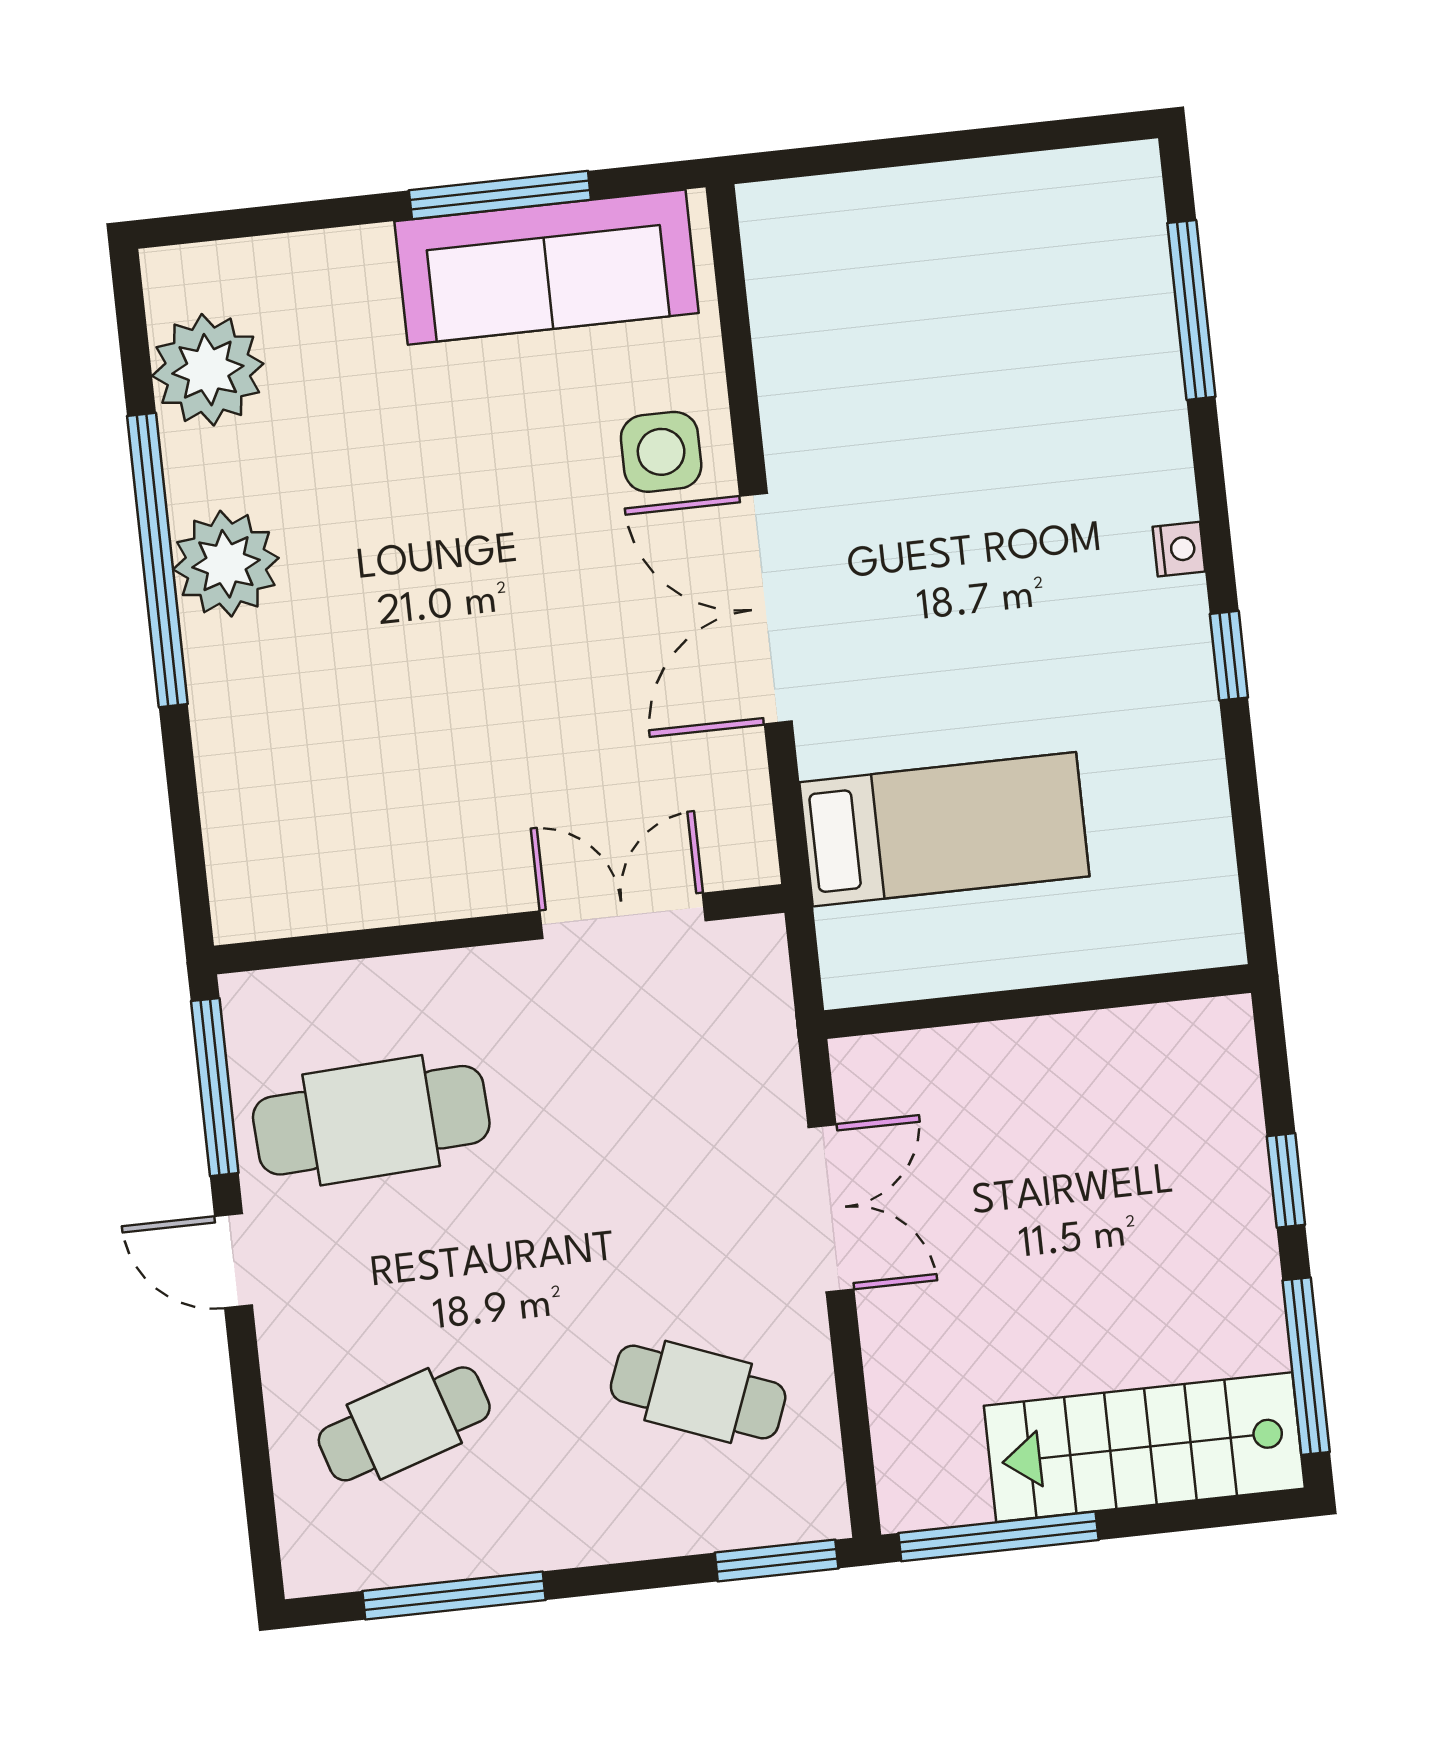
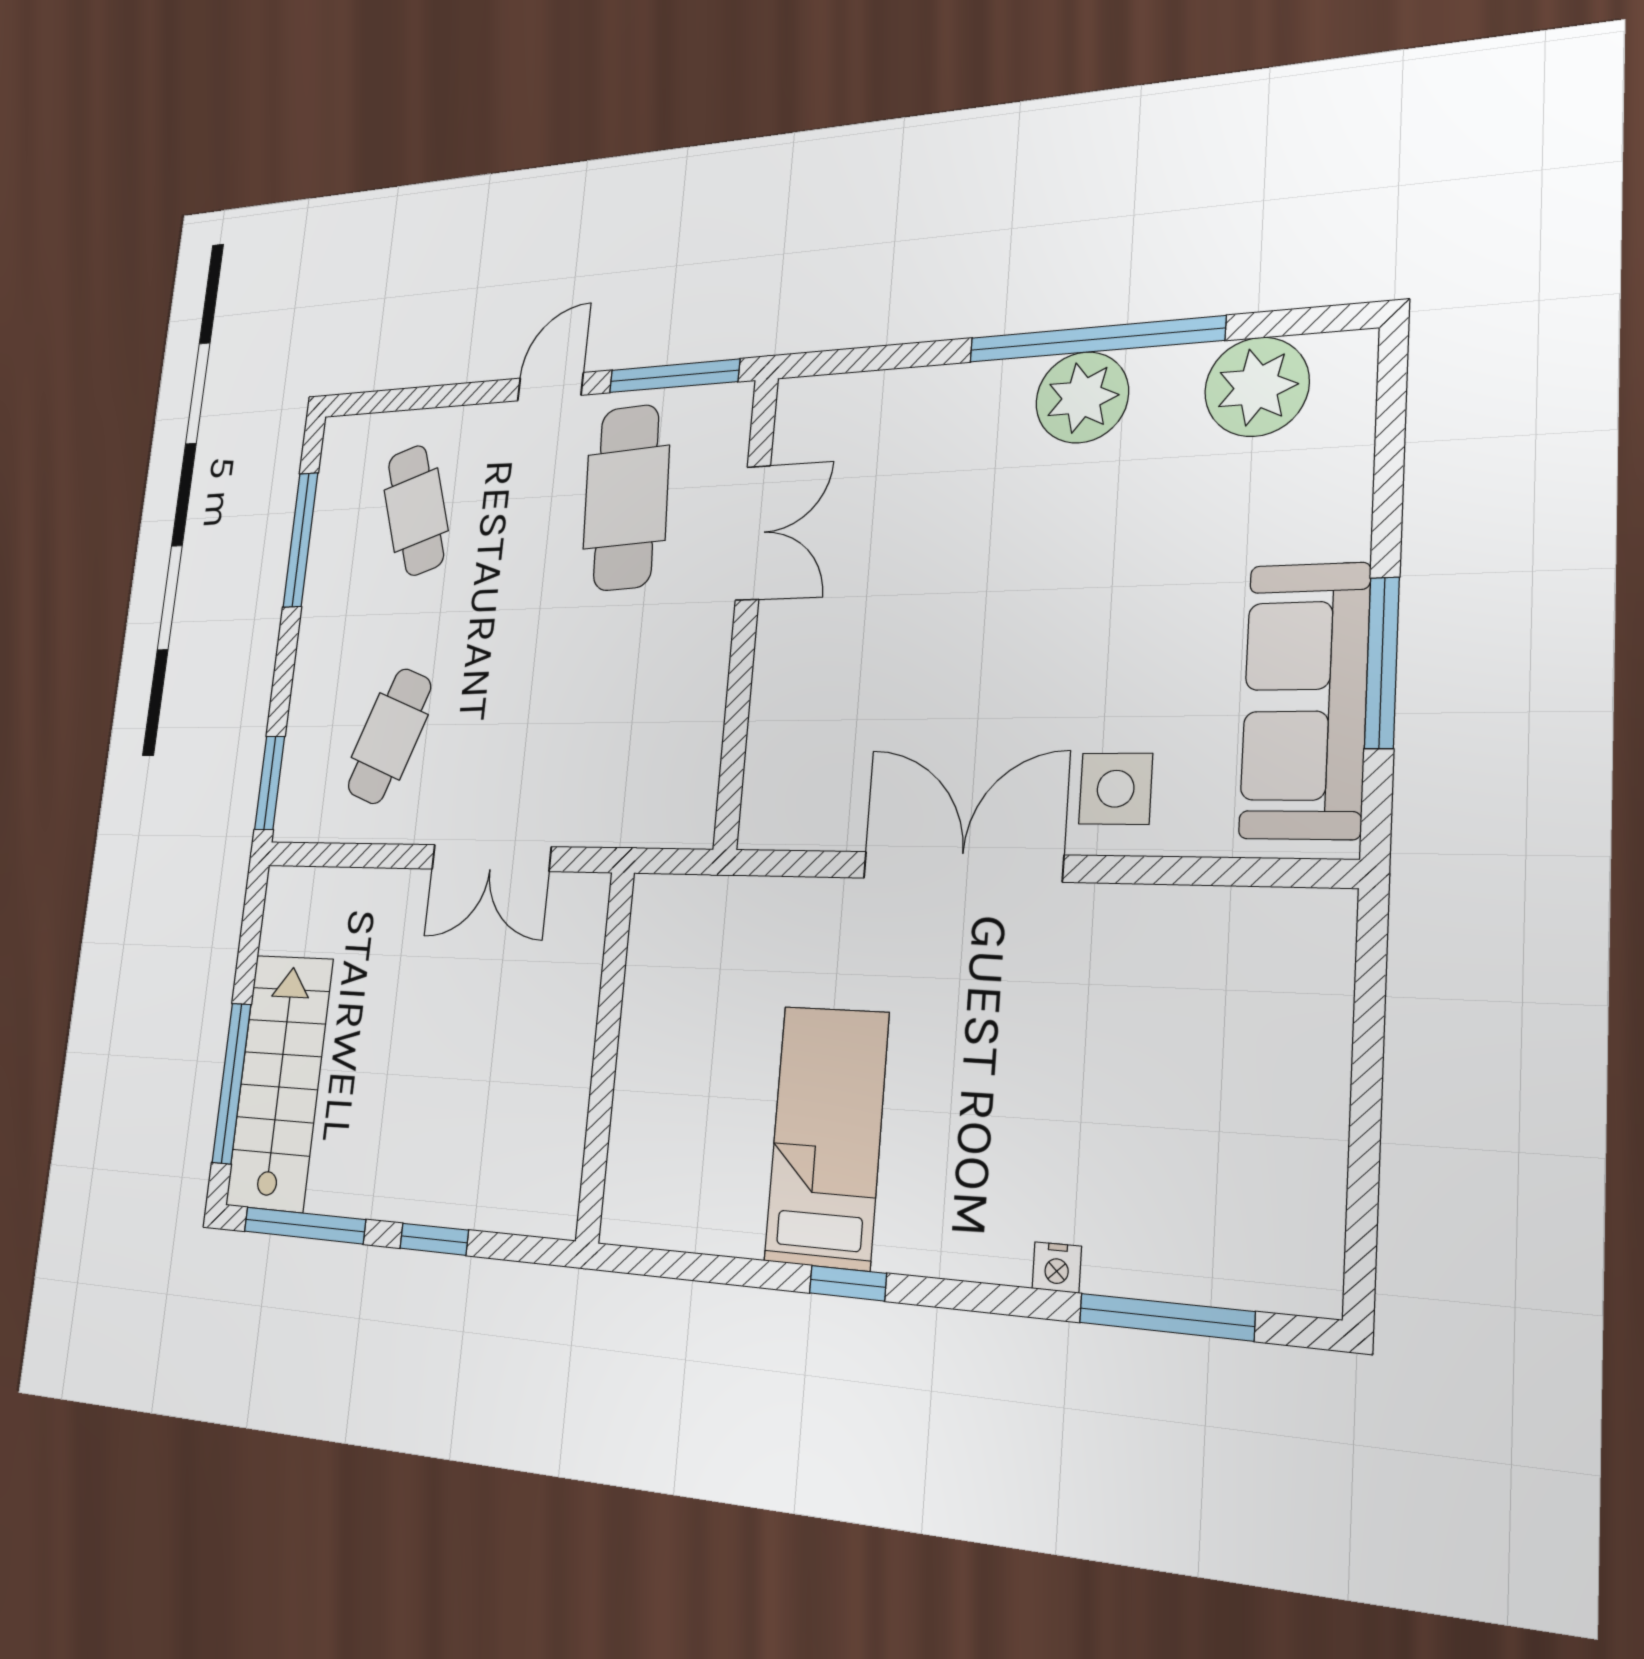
nightstand: (1179, 549) -> (1057, 1267), moved
bed: (944, 829) -> (827, 1137), moved, turned 180
double door: (623, 916) -> (753, 533), moved
window: (998, 1536) -> (232, 1083), moved

